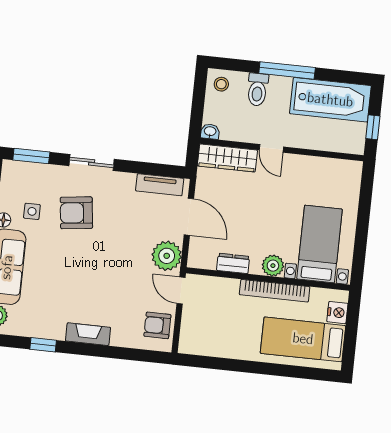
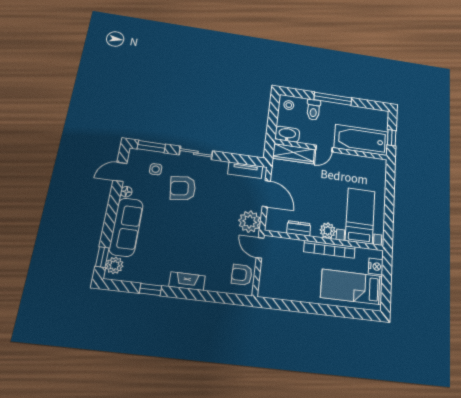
bathtub: (330, 100) -> (361, 140), moved, turned 180
washbasin: (210, 132) -> (287, 134), width x1.91, depth x1.45
door: (271, 148) -> (324, 149), hinge flipped
side table: (32, 211) -> (156, 169), moved

